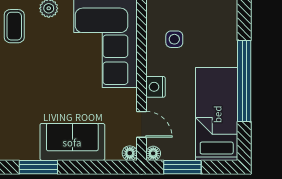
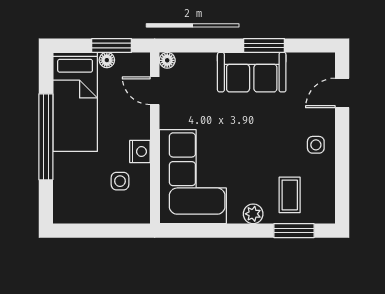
nightstand: (156, 87) -> (140, 152), moved
sofa: (72, 142) -> (252, 72), moved
floor lamp: (153, 153) -> (107, 60), moved

